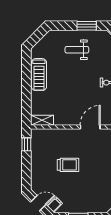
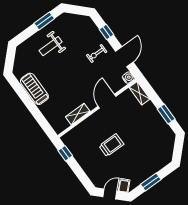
treadmill: (39, 75) -> (34, 89), turned 180
shelving: (42, 120) -> (78, 114), moved

